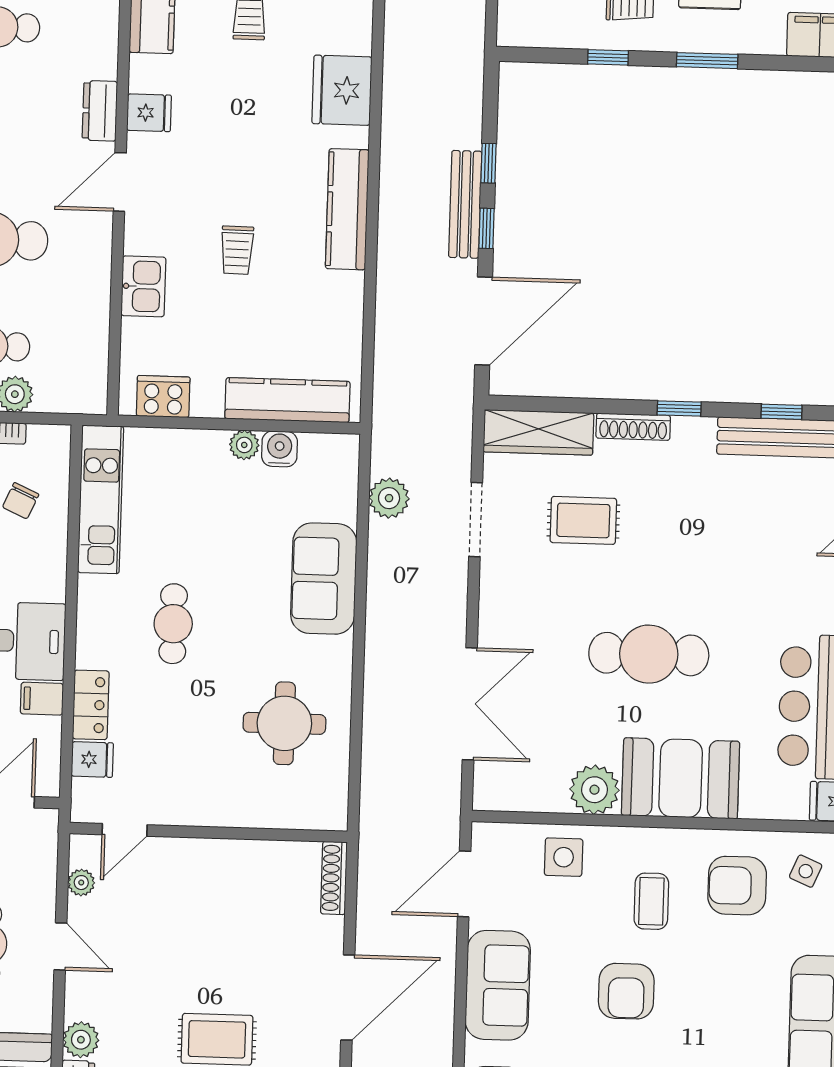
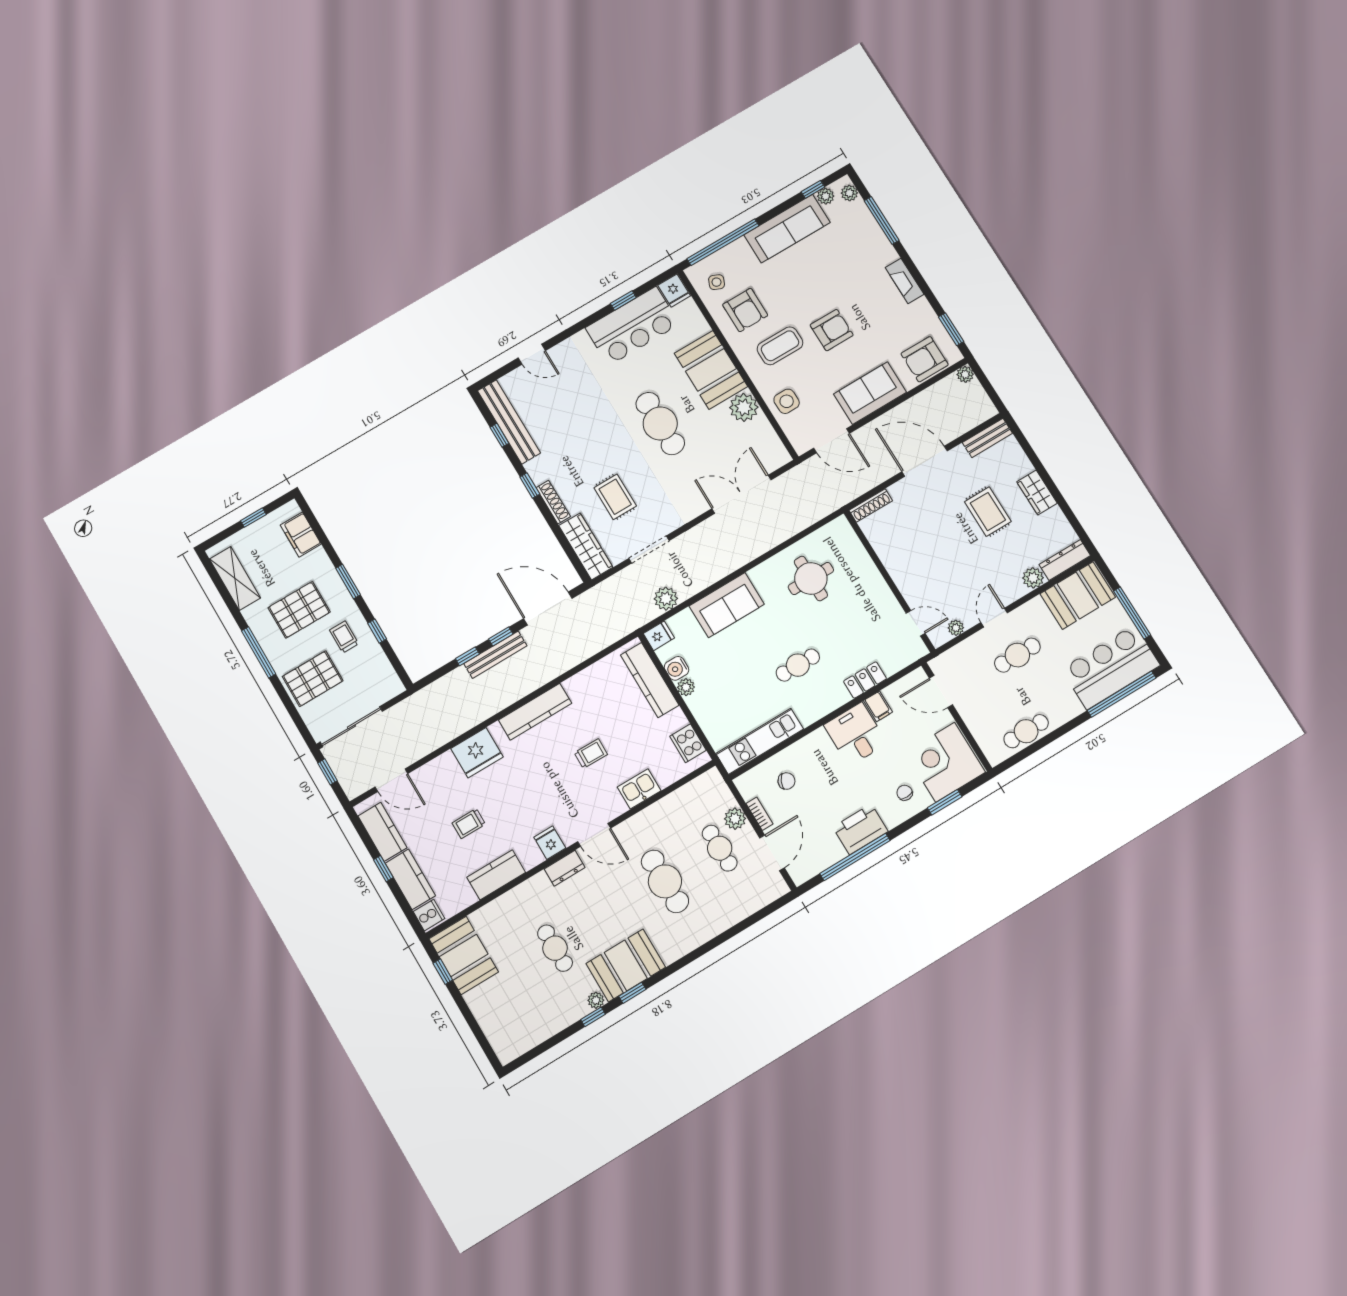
fridge: (92, 759) -> (659, 636), moved, turned 90
coffee table: (651, 901) -> (780, 346), width x1.36, depth x1.30

